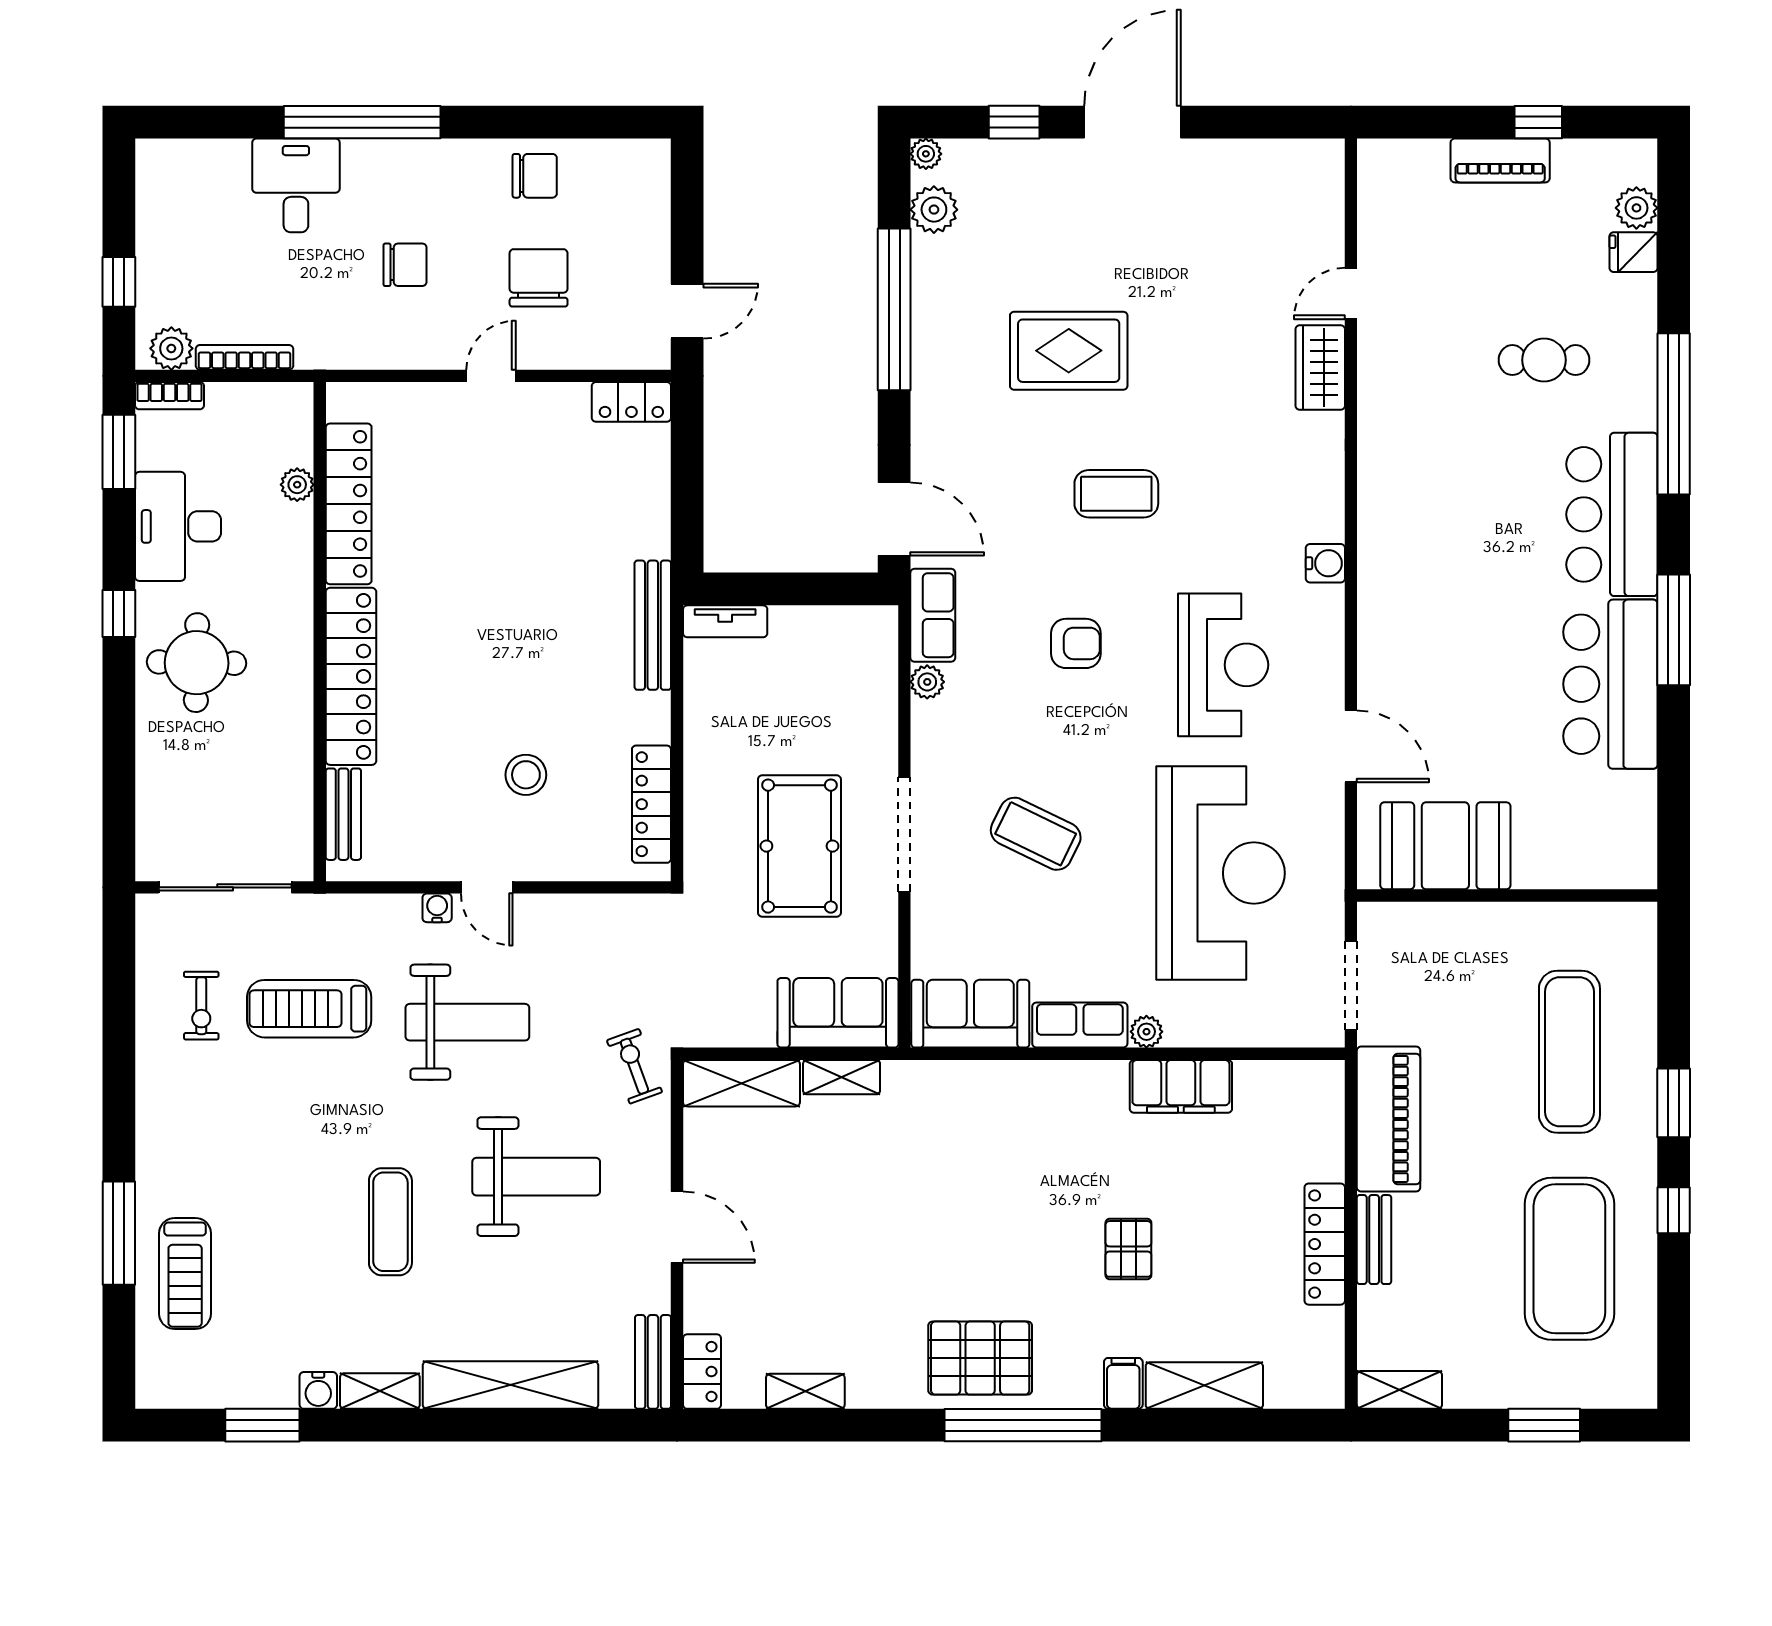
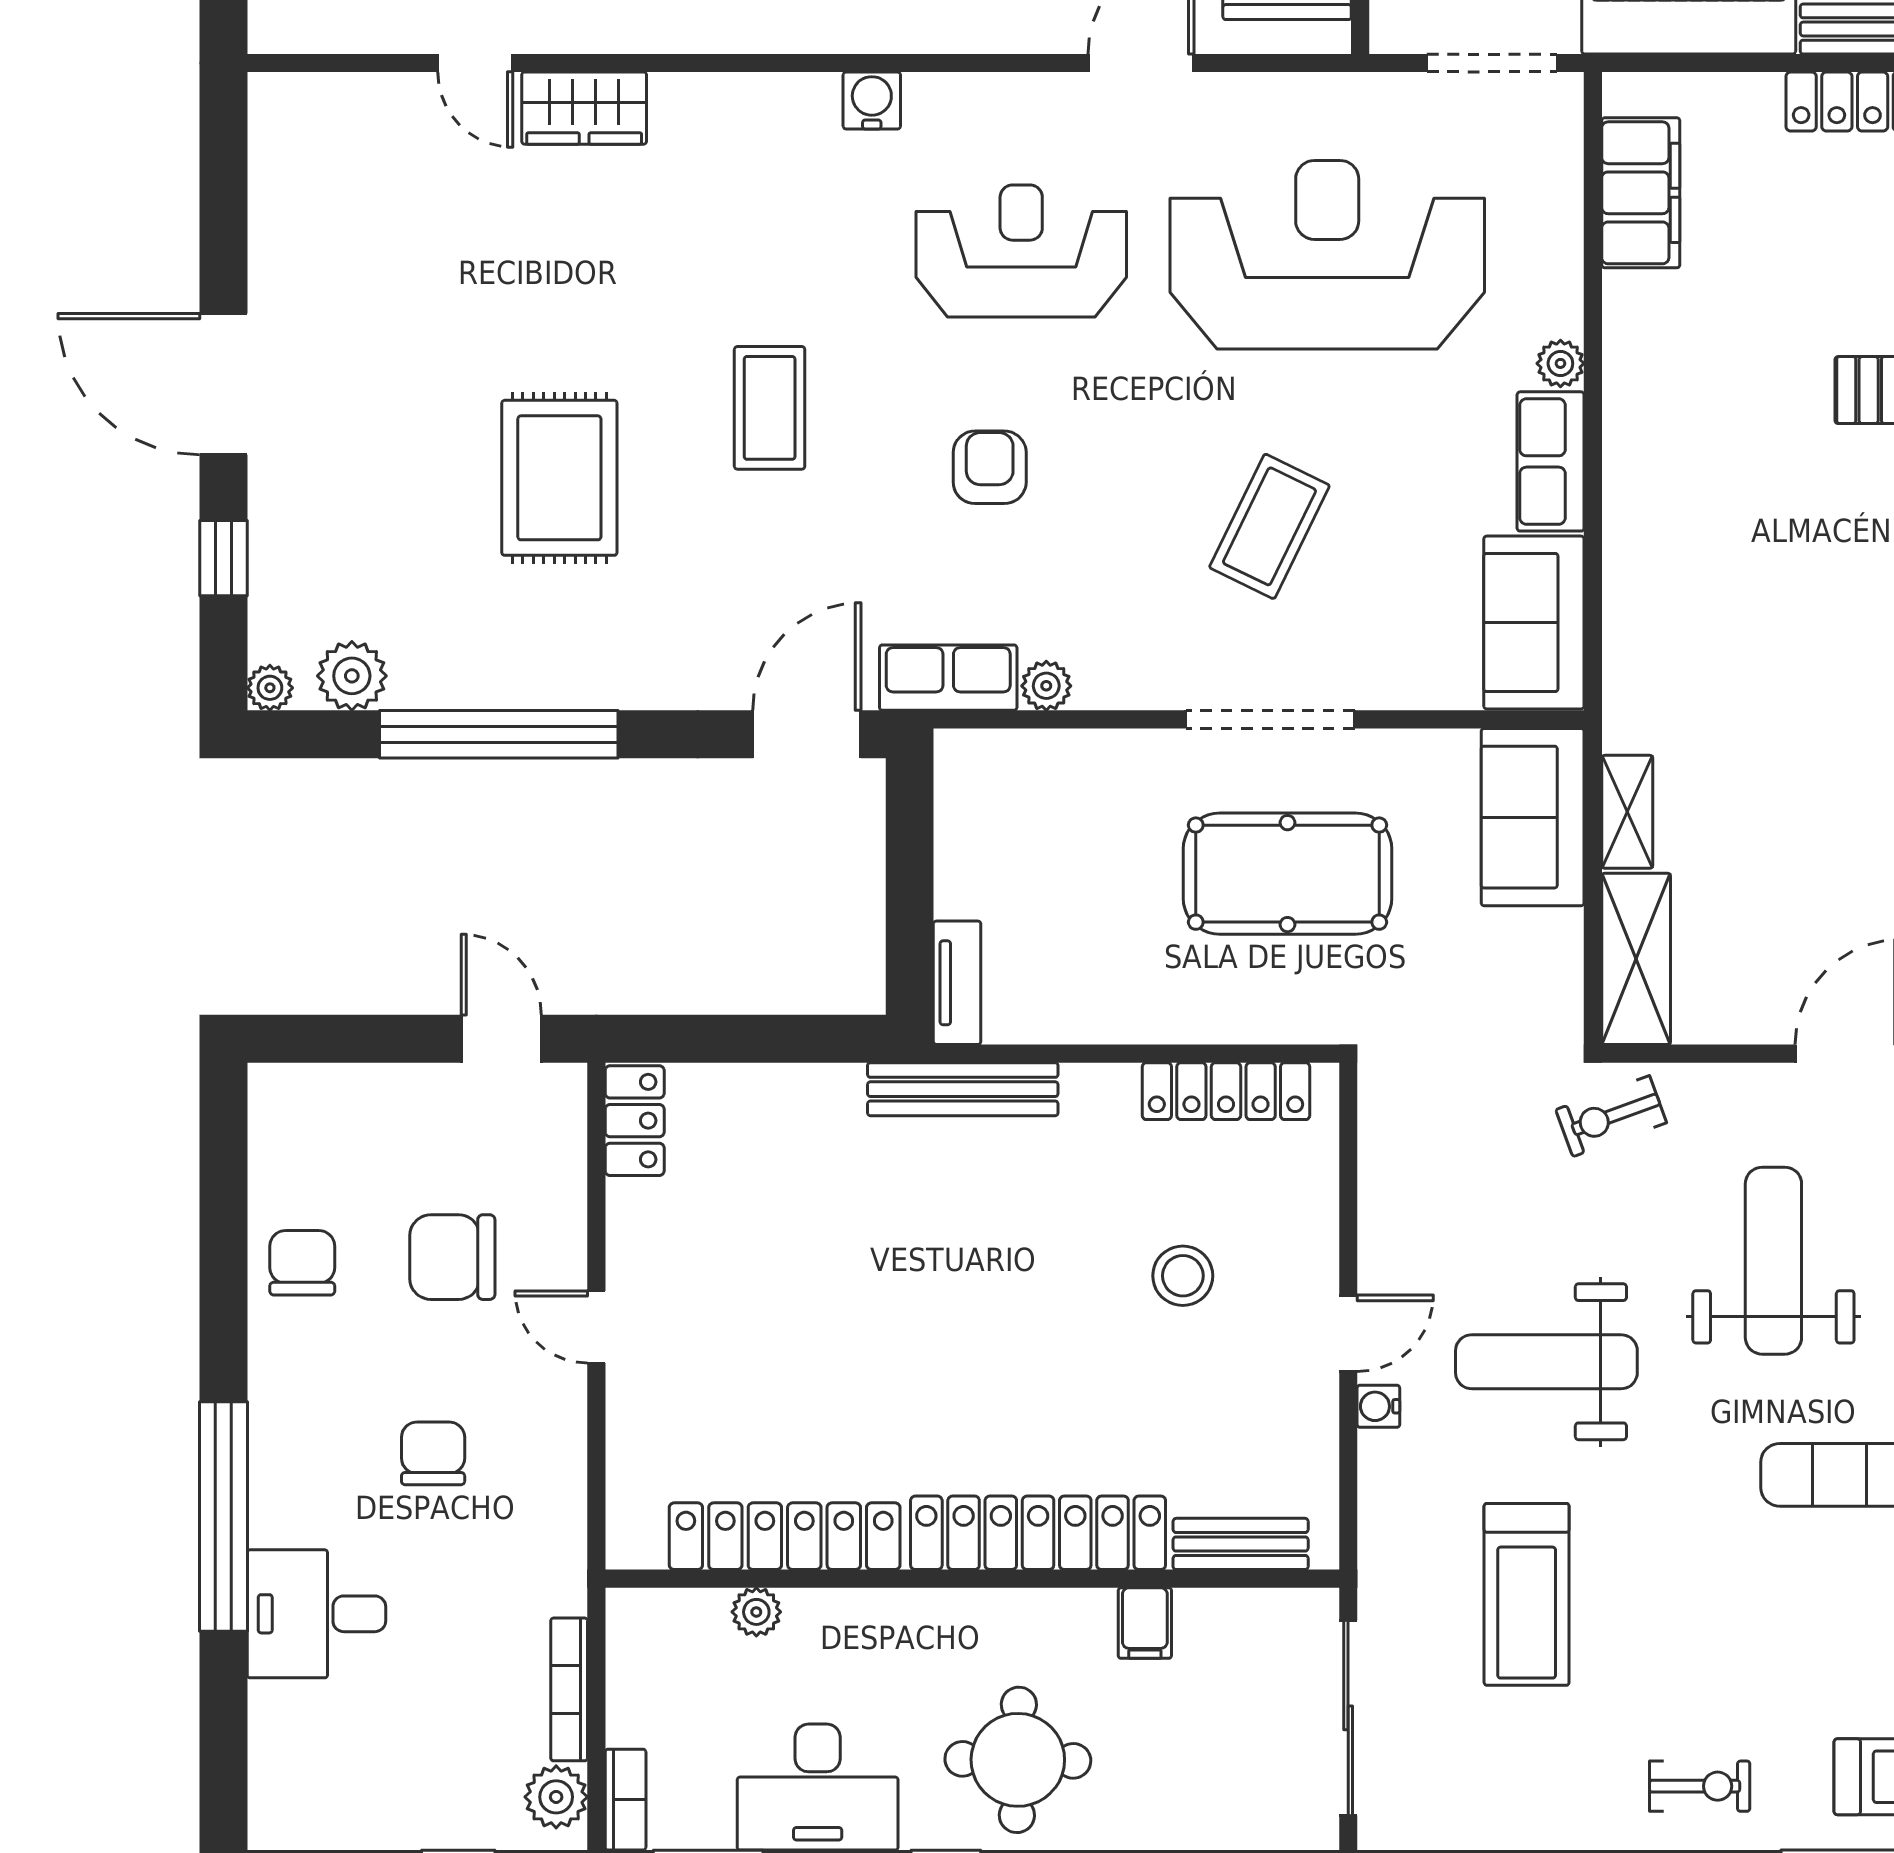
filing cabinet: (290, 749) -> (1145, 1623), added
exercise bike: (201, 1006) -> (1700, 1786), moved
weight bench: (467, 1022) -> (1546, 1362), turned -90
filing cabinet: (1181, 1086) -> (1641, 193), moved

